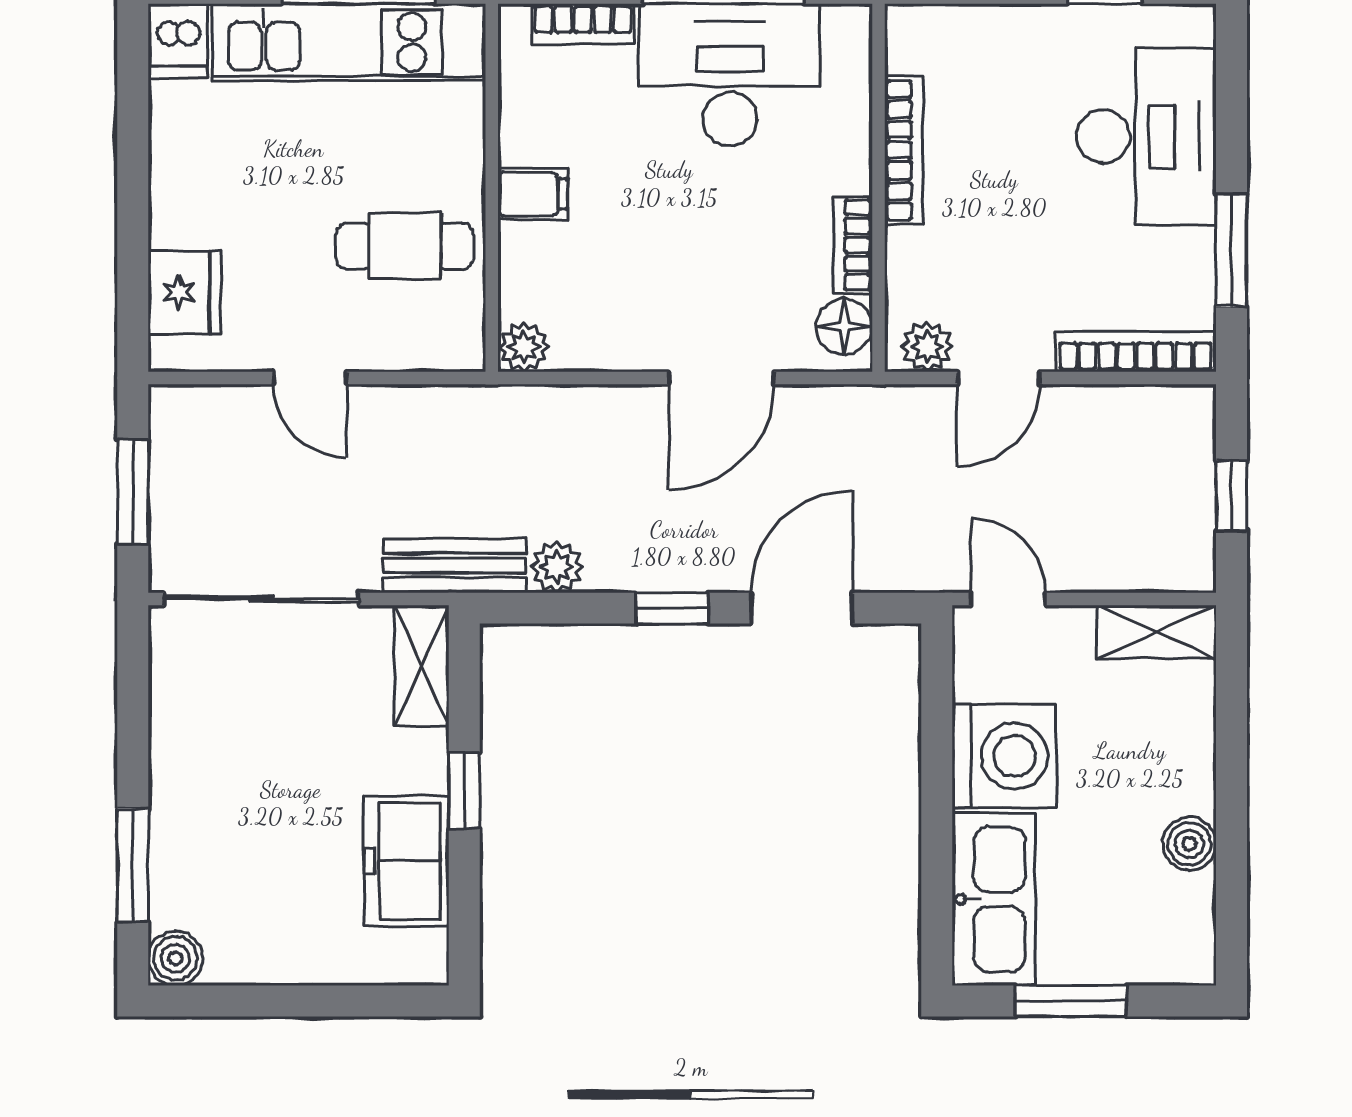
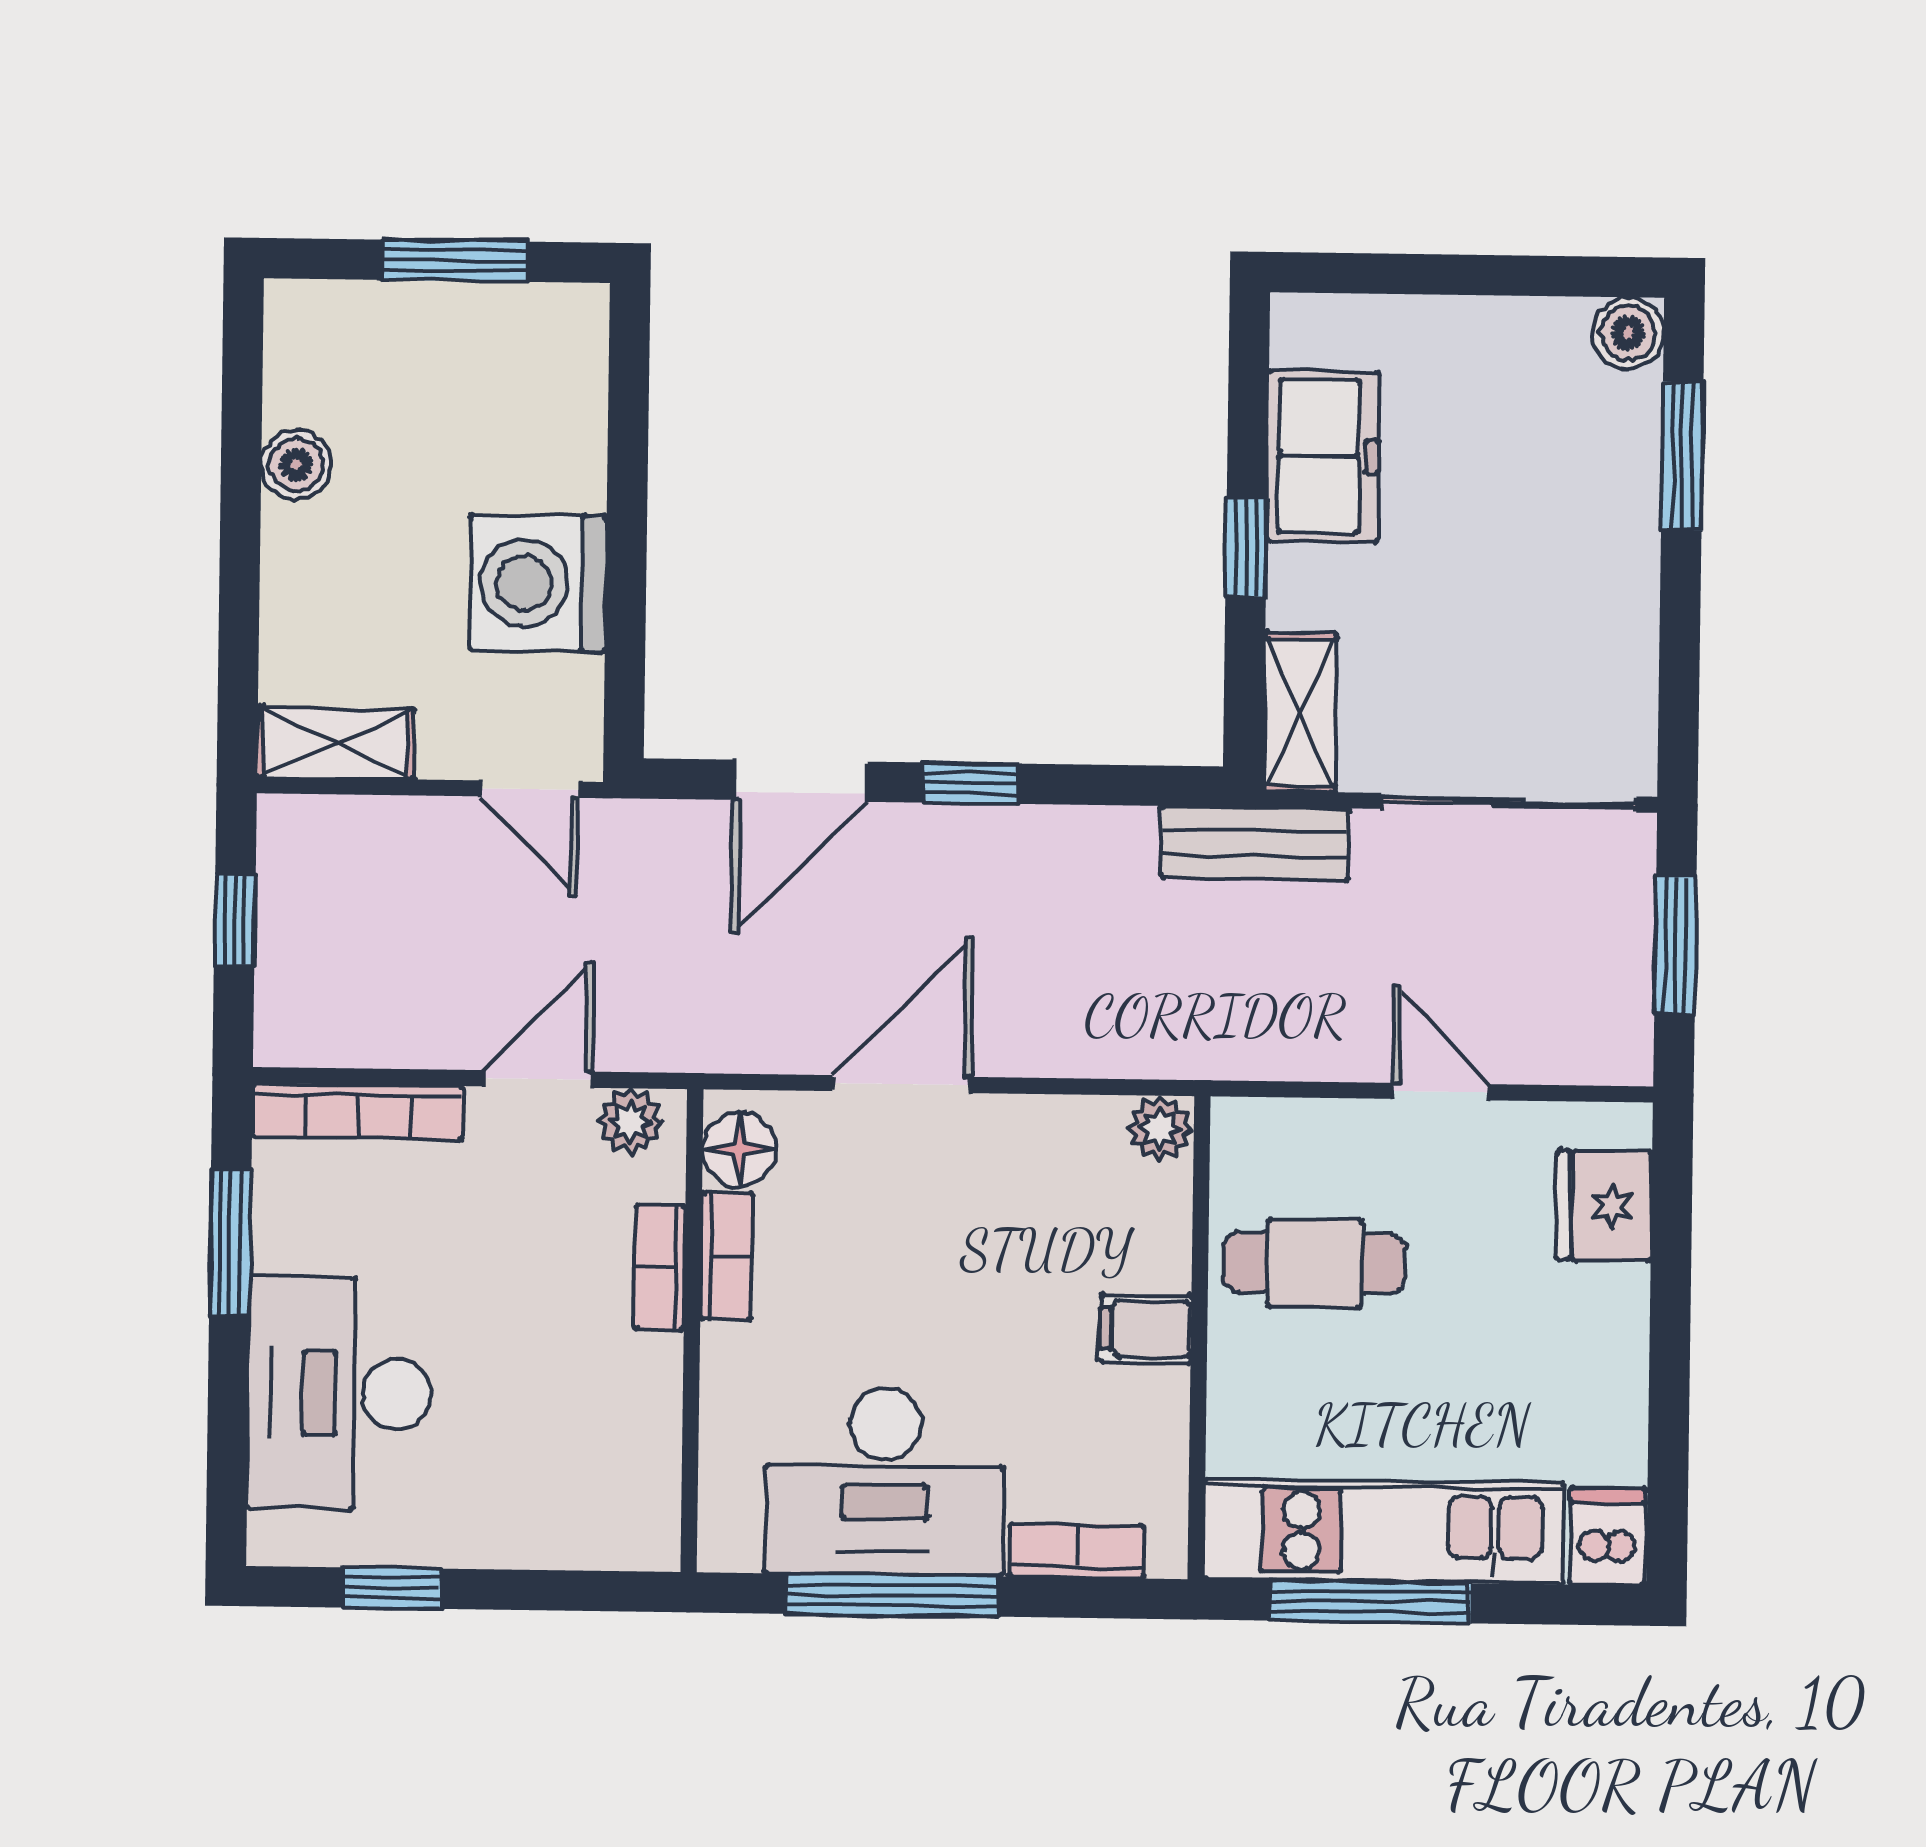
bookcase: (904, 150) -> (660, 1268), moved, width x0.64
plant: (557, 567) -> (1121, 839), removed
kitchen sink: (994, 899) -> (554, 395), removed

